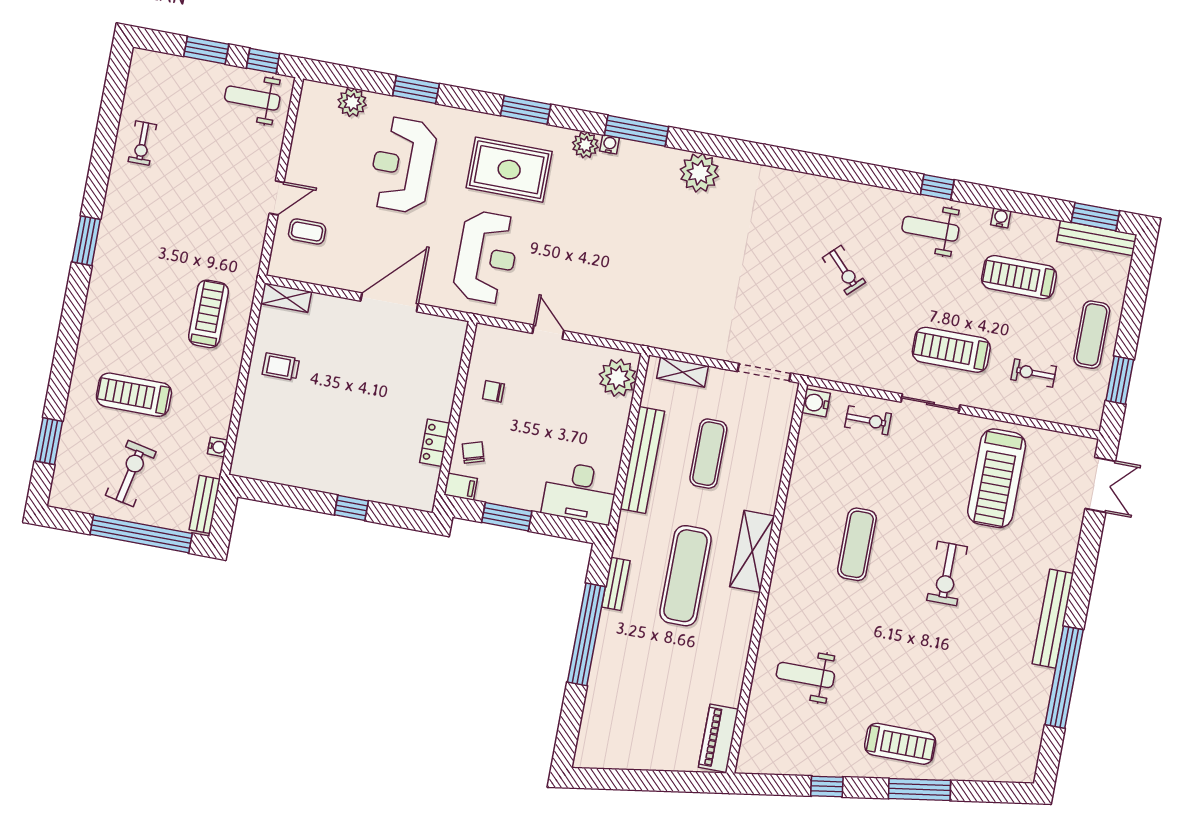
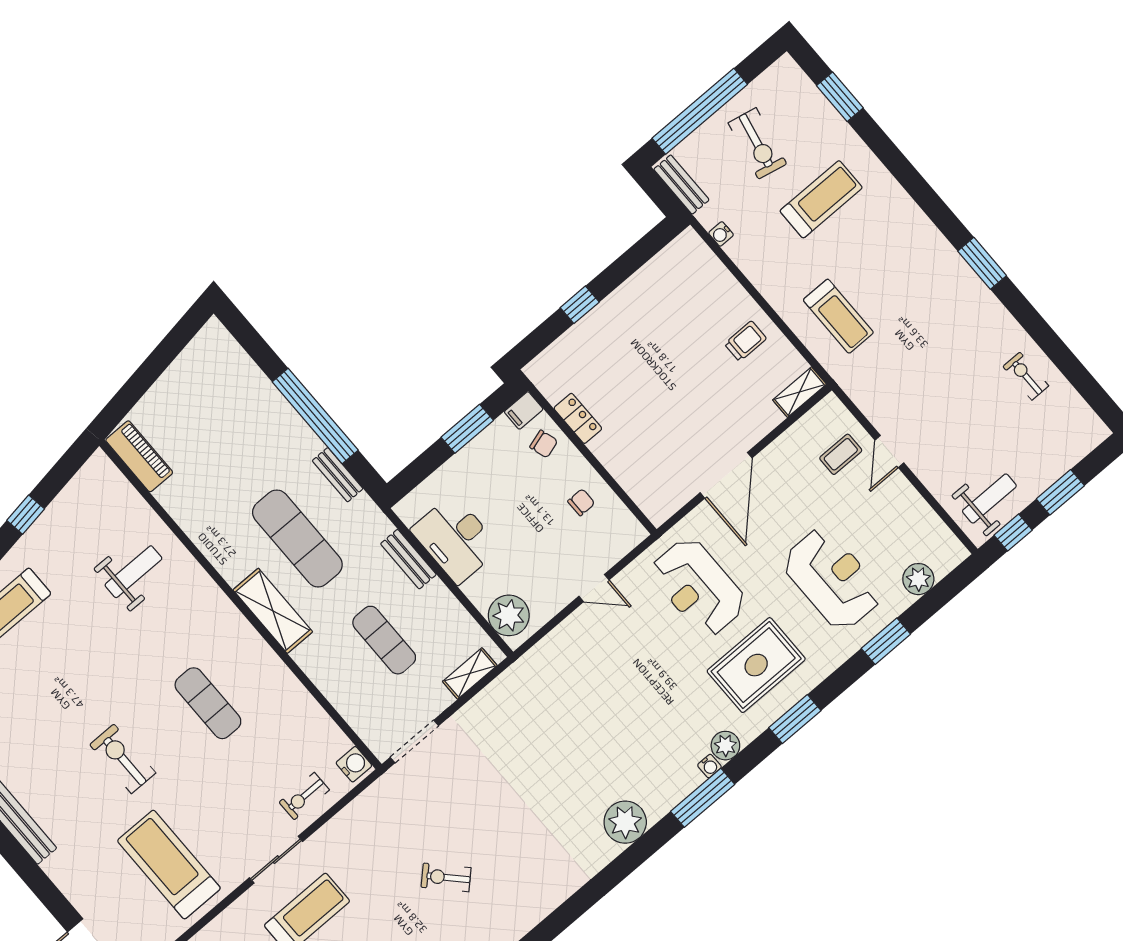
bench: (642, 460) -> (408, 559), width x0.54, depth x0.82
desk: (580, 493) -> (456, 539), moved, turned -90

